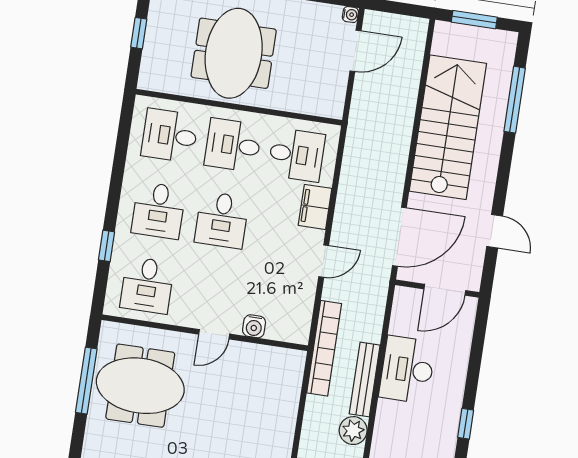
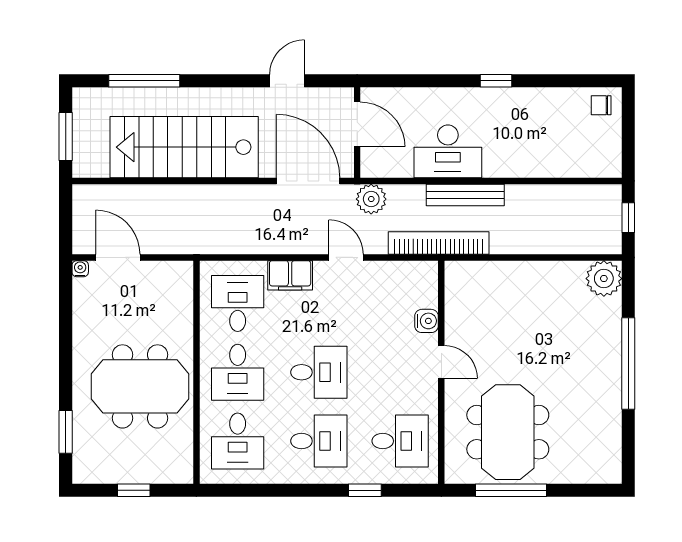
plant: (353, 431) -> (371, 199), moved

